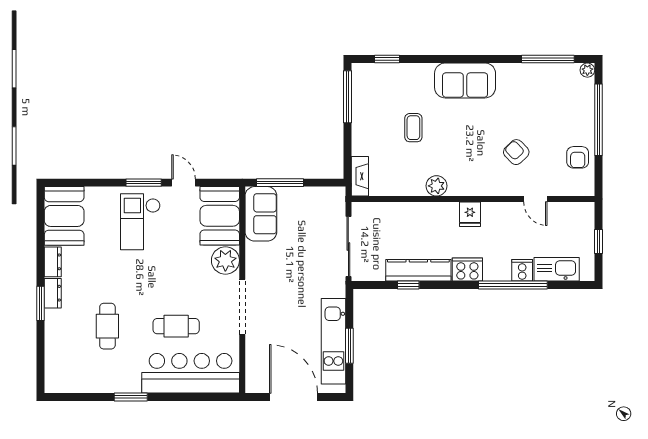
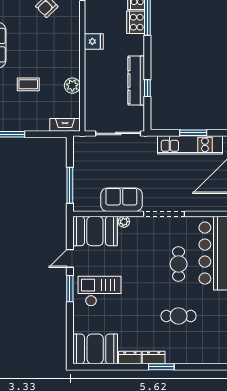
plant: (436, 186) -> (72, 86), moved
sofa: (261, 214) -> (121, 200), moved
checkout: (140, 222) -> (100, 291), turned 180
plant: (225, 260) -> (124, 222), width x0.53, depth x0.53
cooker: (467, 270) -> (136, 22), moved

